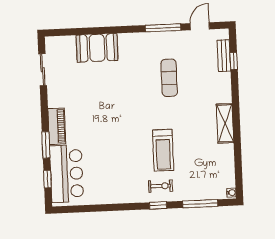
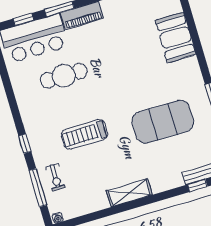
exercise mat: (169, 78) -> (163, 122), width x2.00, depth x1.45
cafe table: (106, 156) -> (64, 76), added
exercise bike: (160, 186) -> (55, 177), moved

